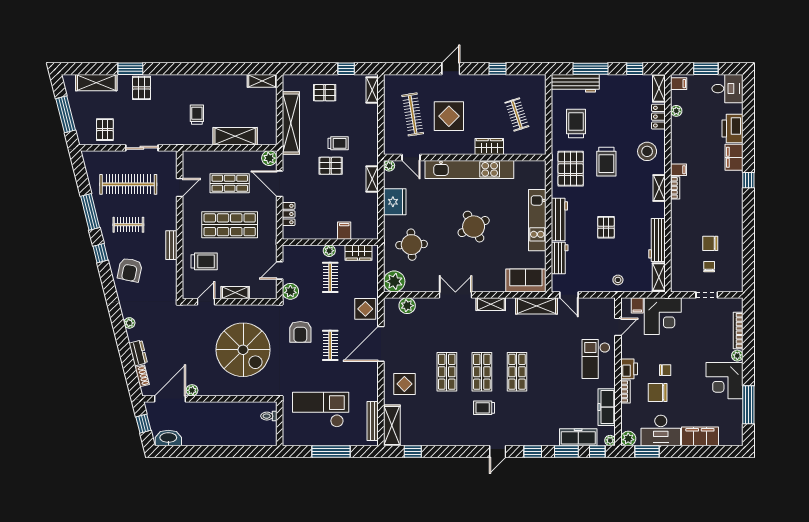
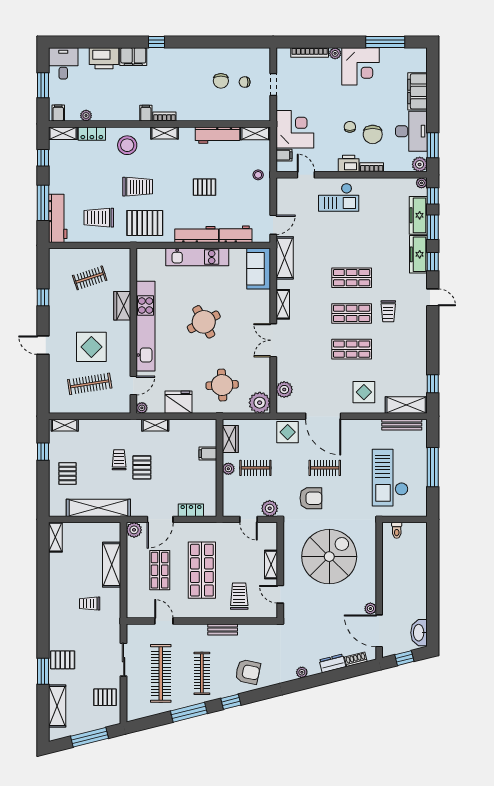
clothes rail: (128, 225) -> (202, 673), width x1.36
freezer: (607, 407) -> (418, 254), moved, turned 90

